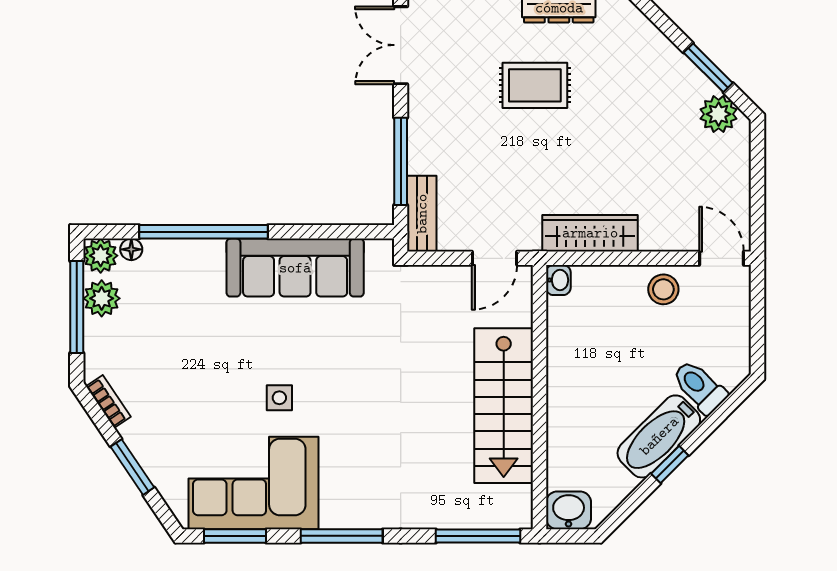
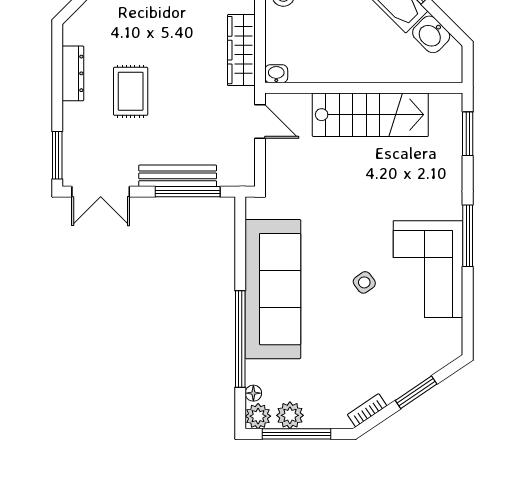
bench: (422, 214) -> (178, 176), moved, width x1.36
sofa: (295, 268) -> (273, 289), width x1.36, depth x1.27
side table: (279, 398) -> (364, 282), turned -36
corner sofa: (254, 483) -> (428, 269), moved
washbasin: (569, 510) -> (431, 34), moved, turned -45
window: (235, 536) -> (468, 316), removed
window: (478, 536) -> (468, 134), width x0.69

